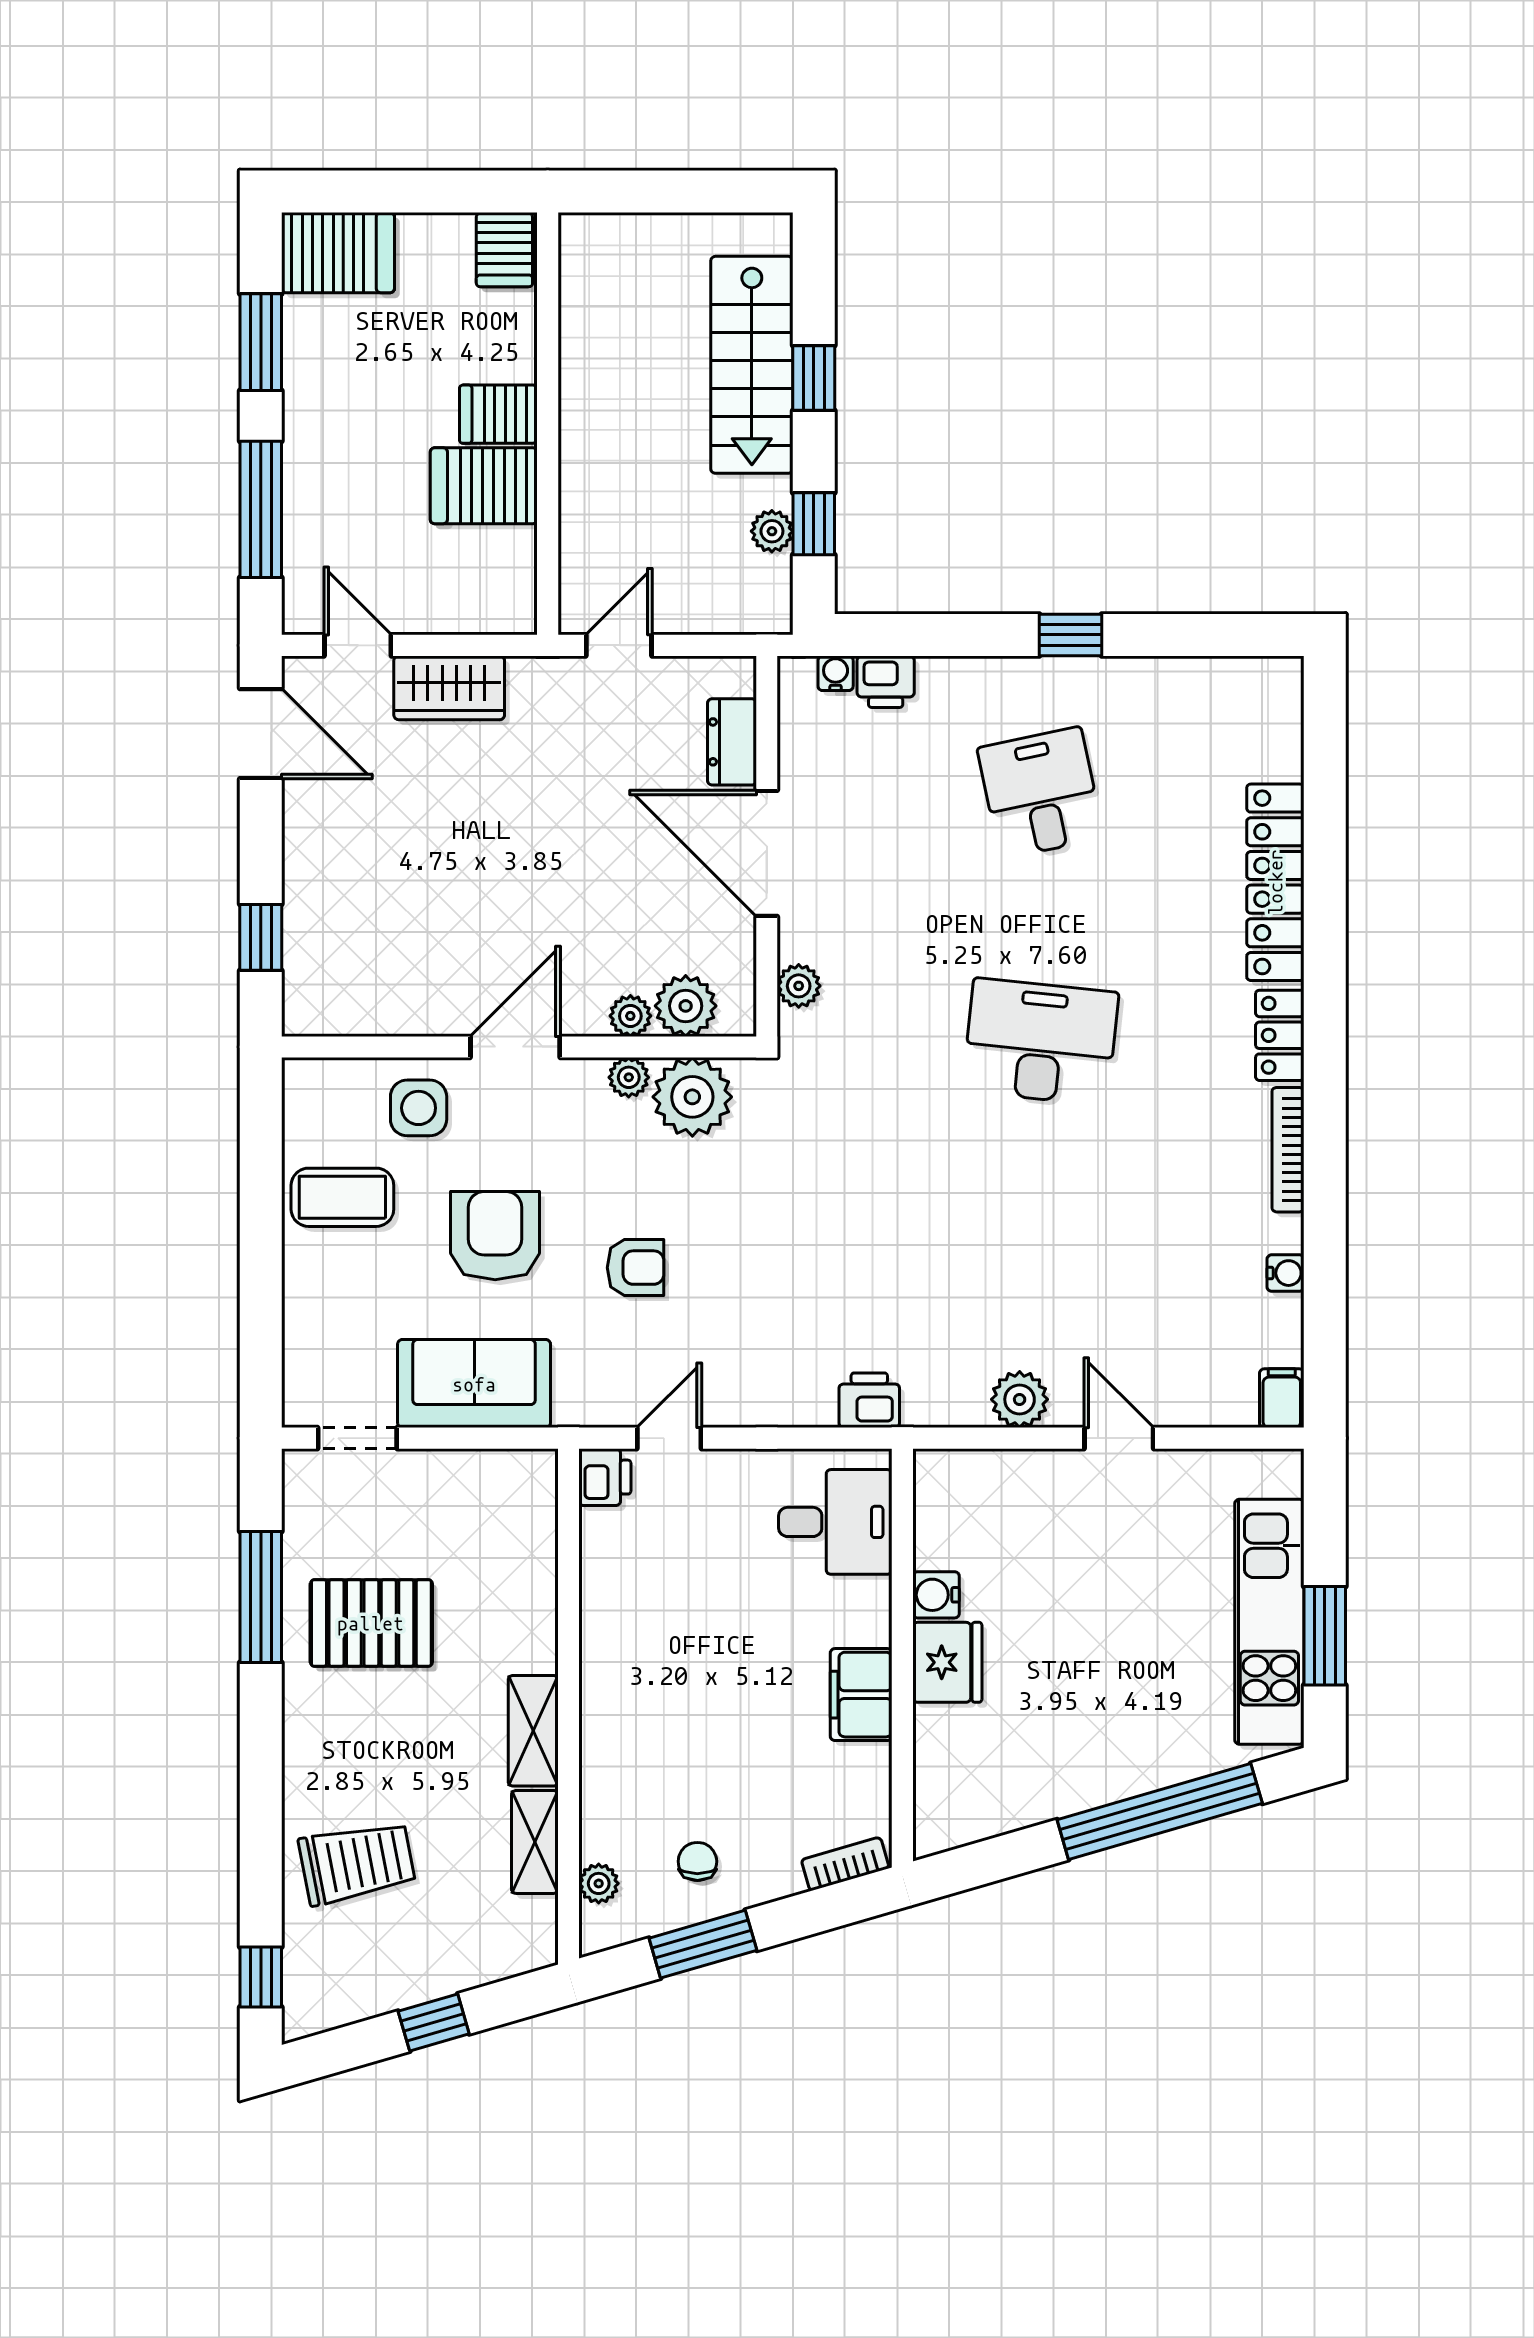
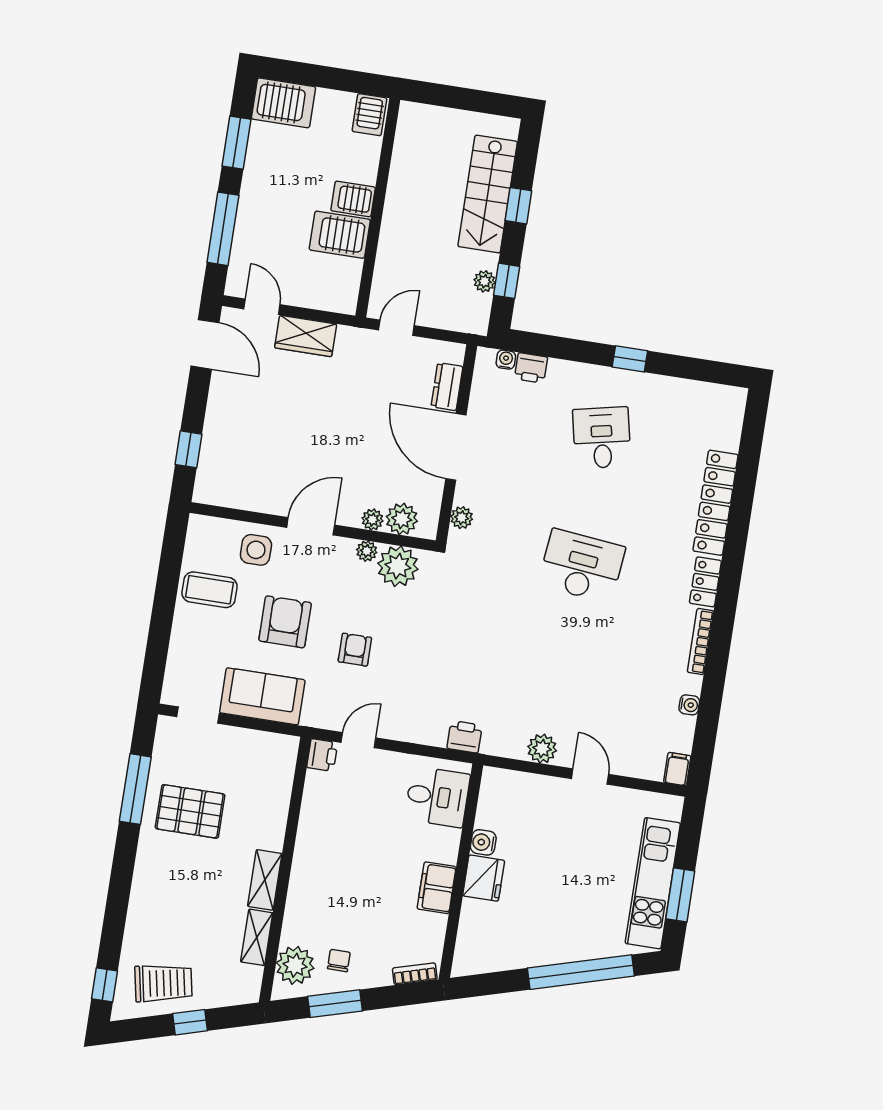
armchair: (636, 1268) -> (355, 650), turned -90
trolley: (357, 1863) -> (163, 983), moved
plant: (599, 1883) -> (295, 965), width x1.88, depth x1.88

